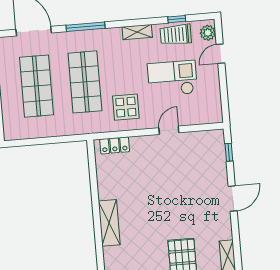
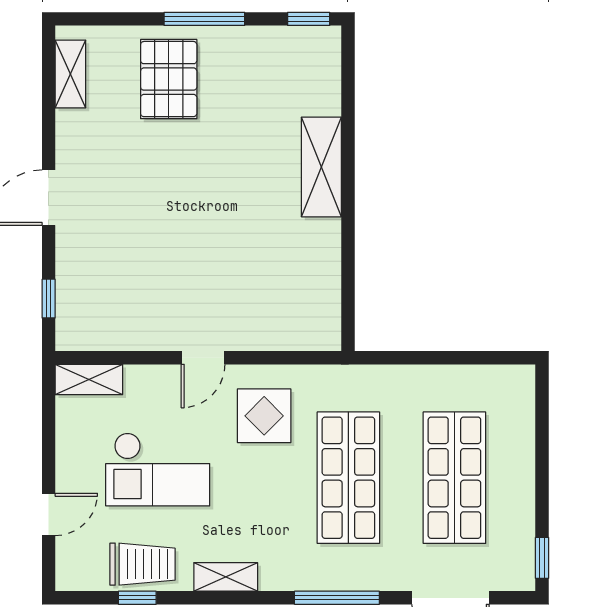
plant: (208, 33) -> (72, 562), removed
shelving: (207, 117) -> (89, 379), added
door: (169, 130) -> (203, 358), moved
locker: (115, 145) -> (296, 335), removed

